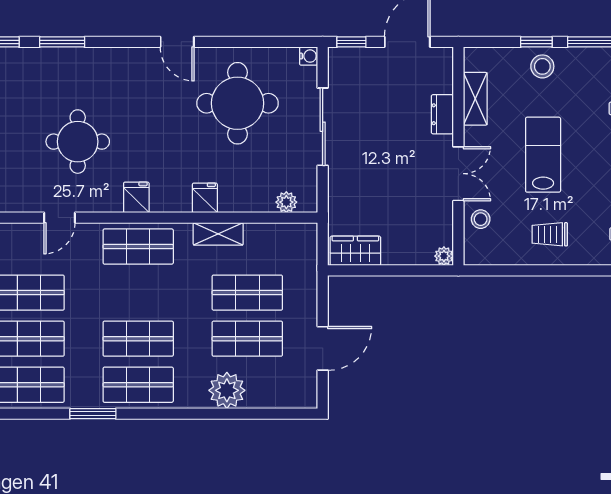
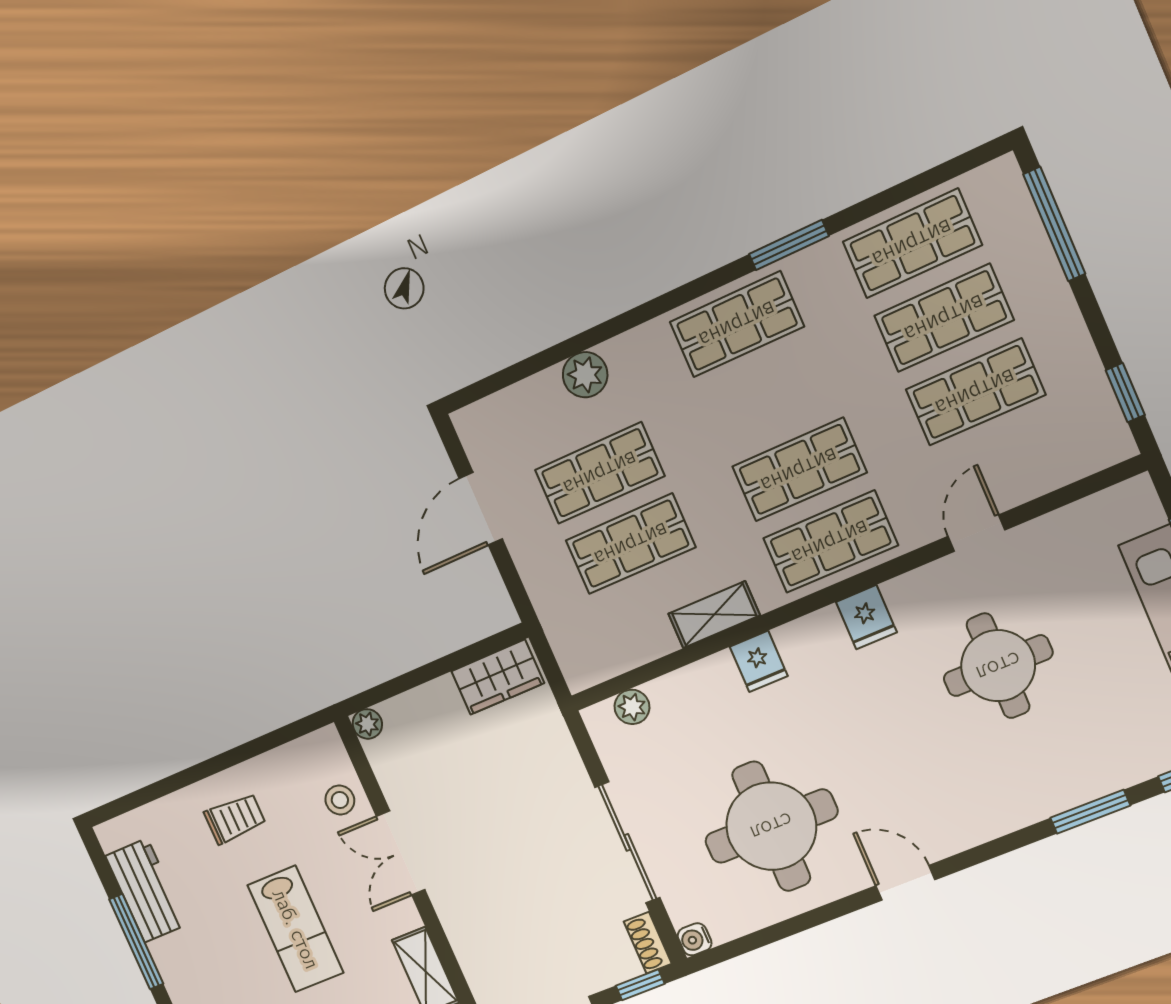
shoe rack: (336, 65) -> (648, 943), added
dresser: (442, 114) -> (462, 930), removed
shop shelf: (138, 339) -> (799, 470), moved
plant: (227, 390) -> (585, 375), width x0.73, depth x0.73

